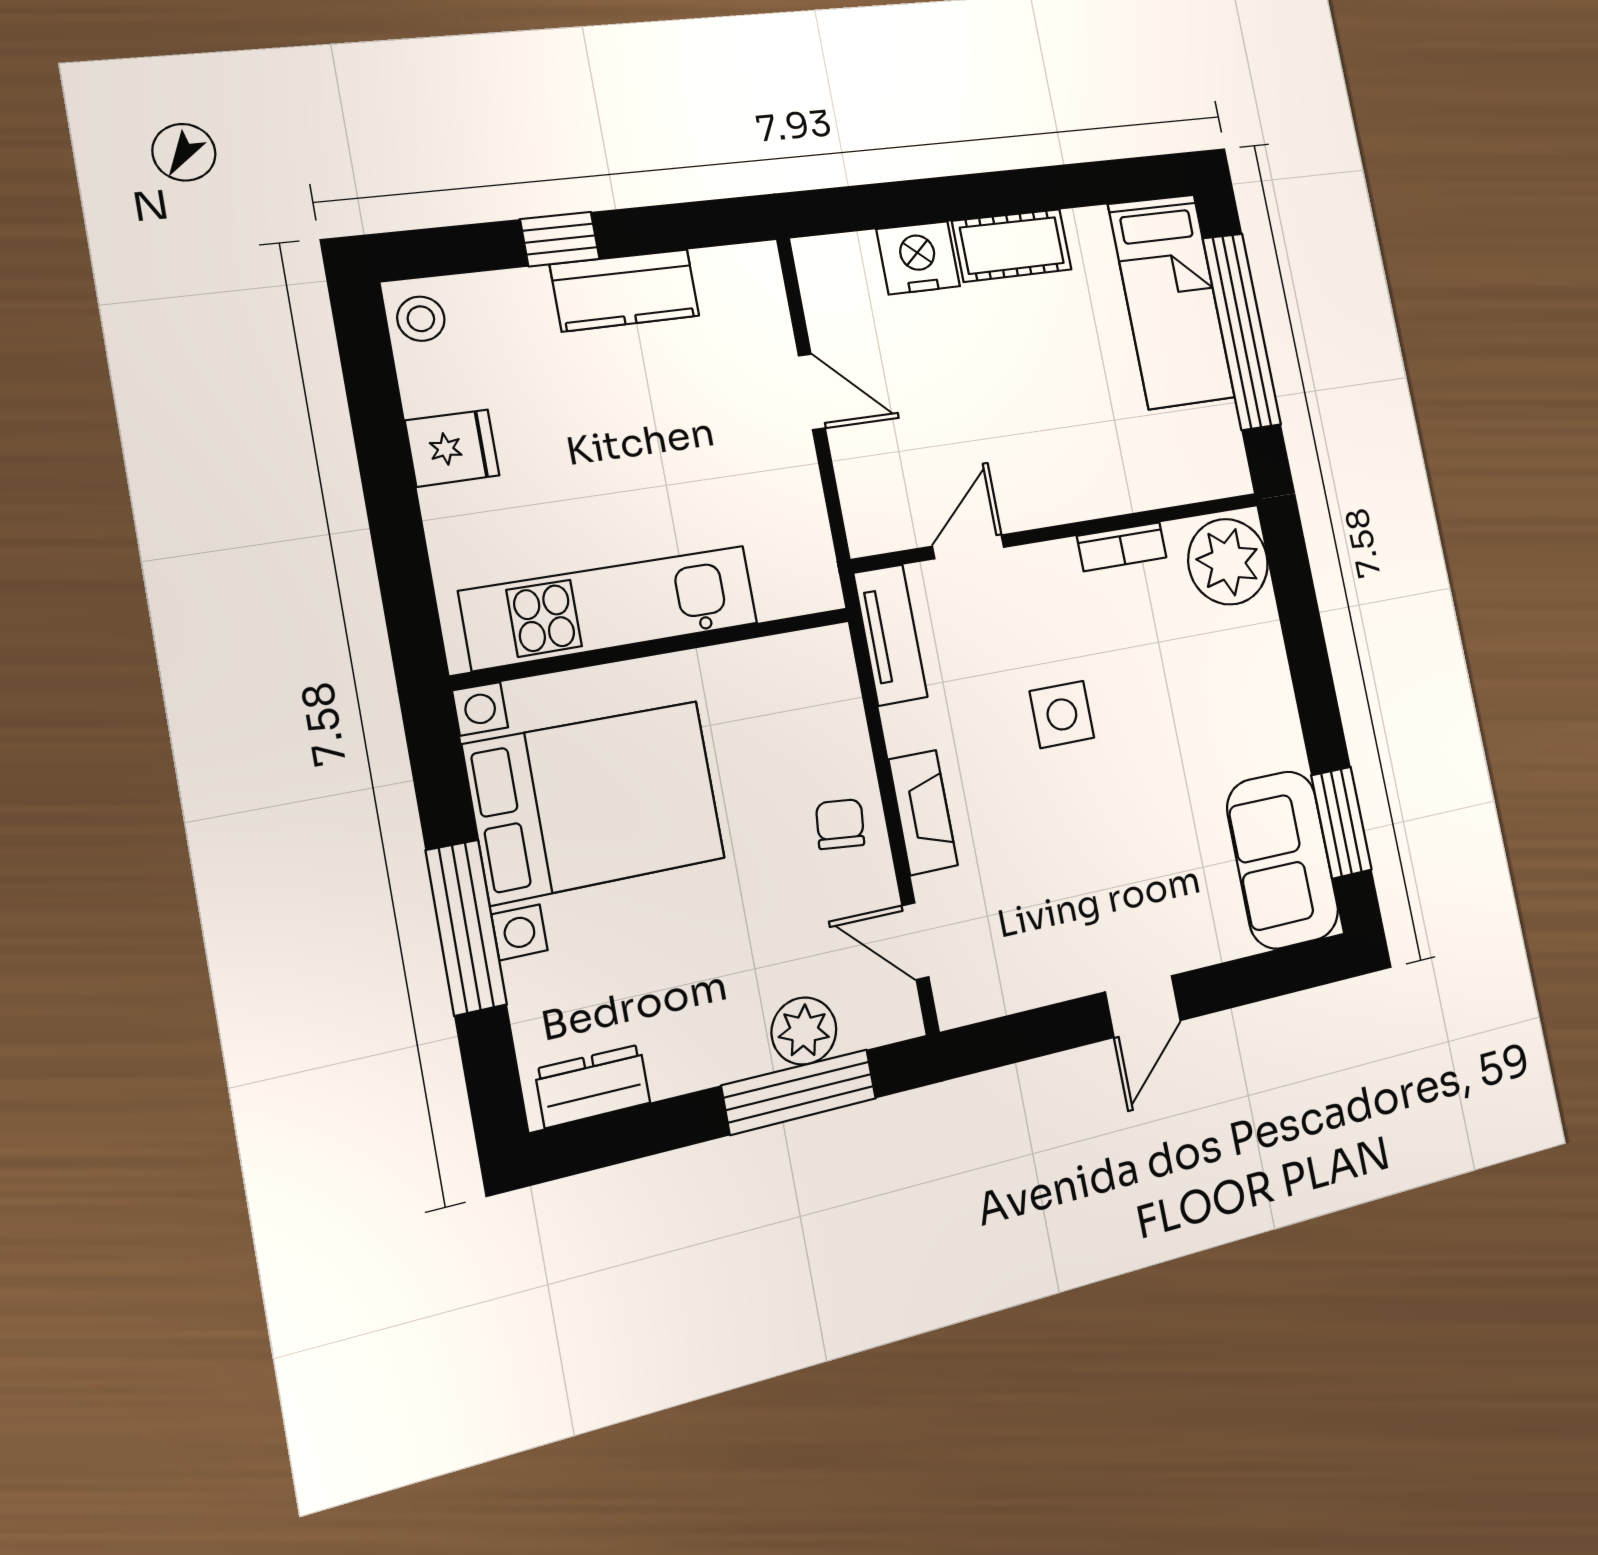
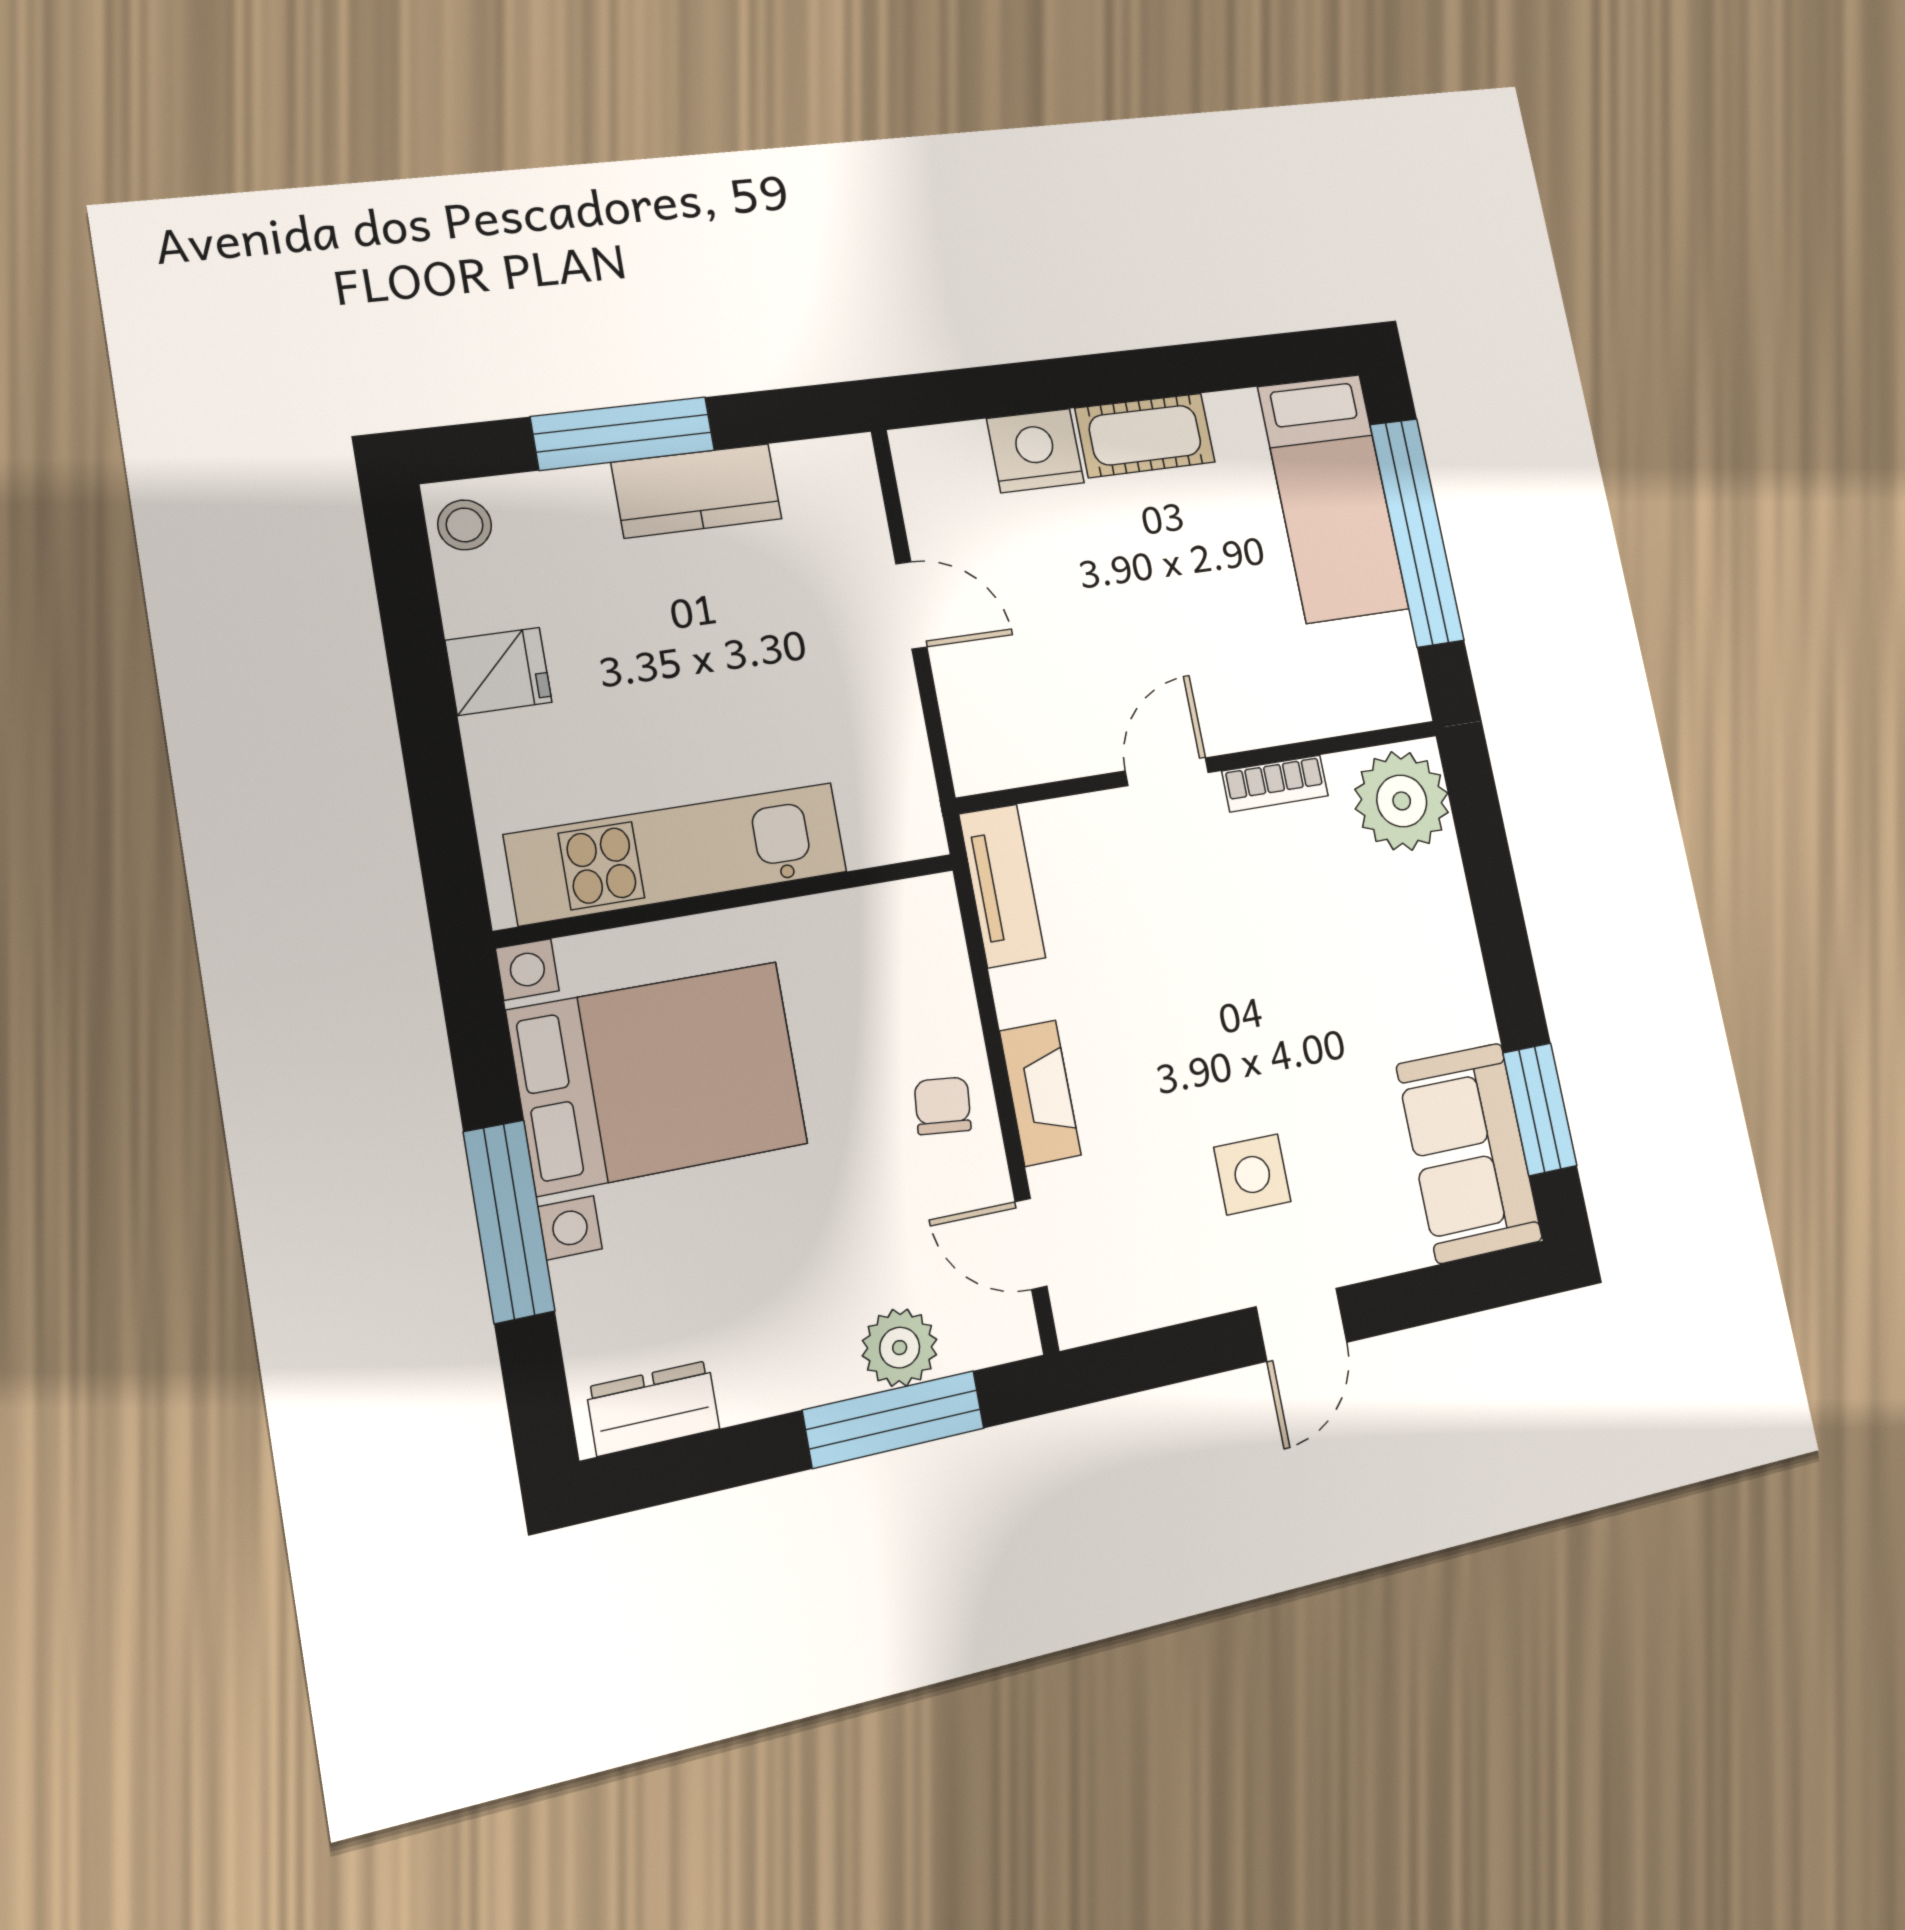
window: (560, 239) -> (623, 433), width x2.17
door: (968, 547) -> (1167, 772), moved
side table: (1062, 714) -> (1252, 1174), moved

